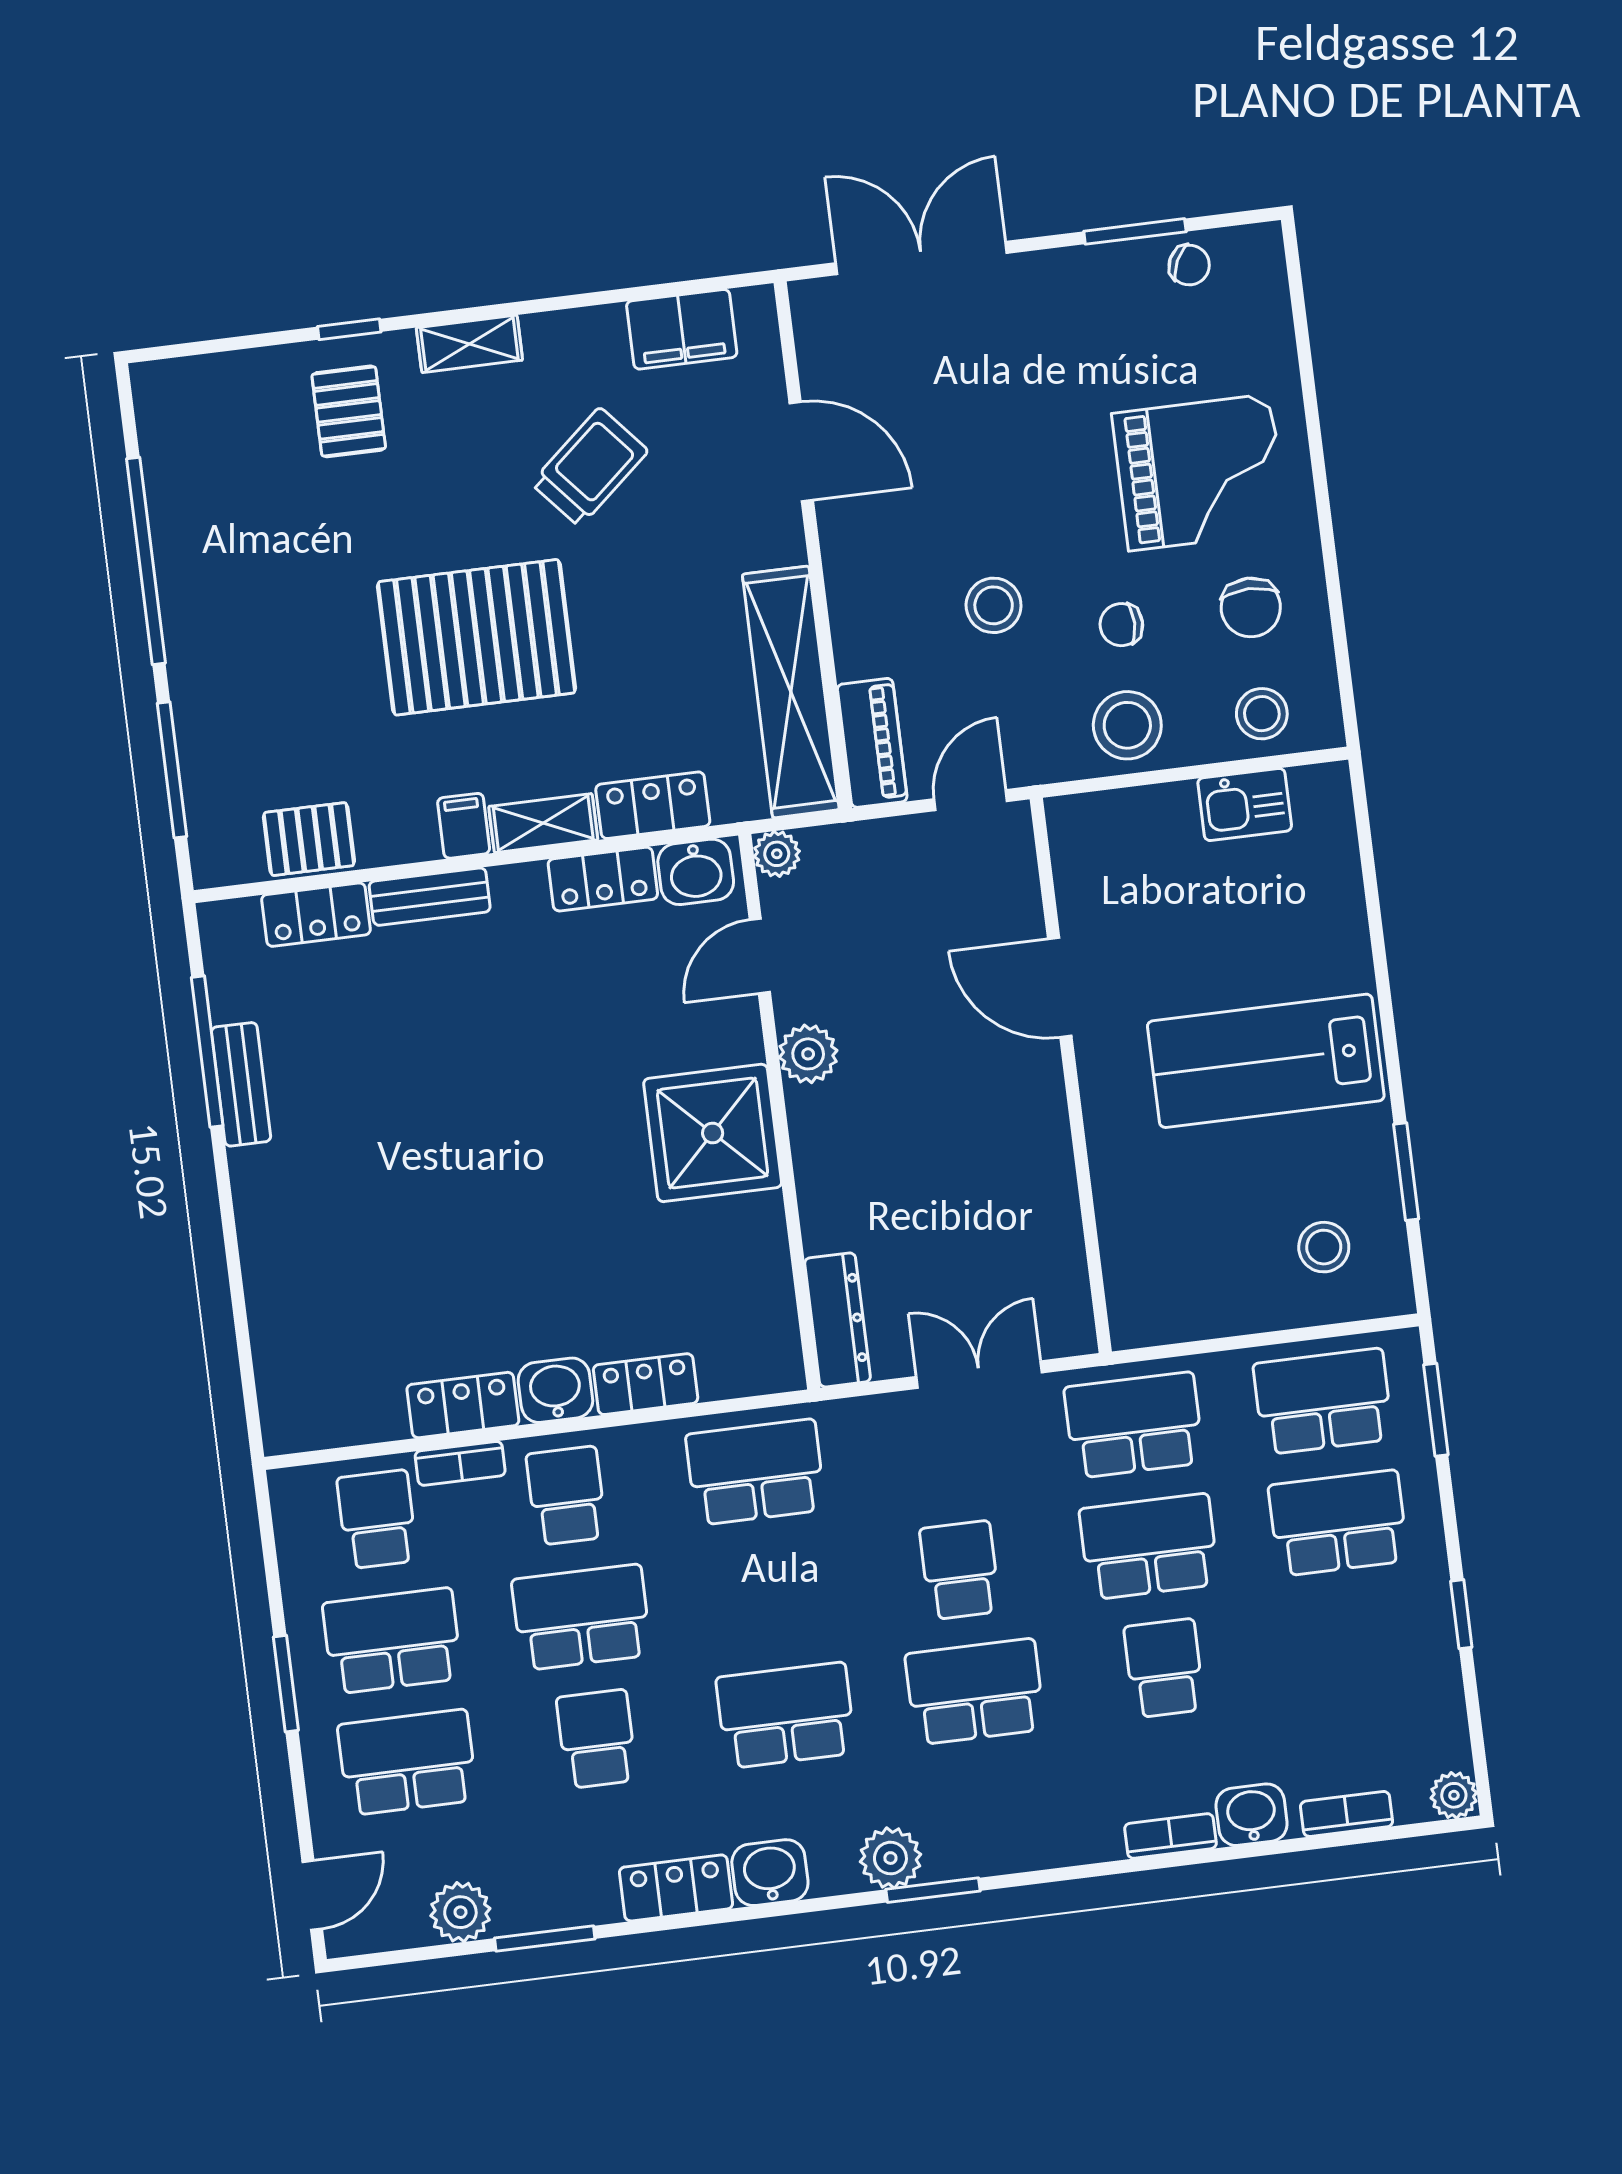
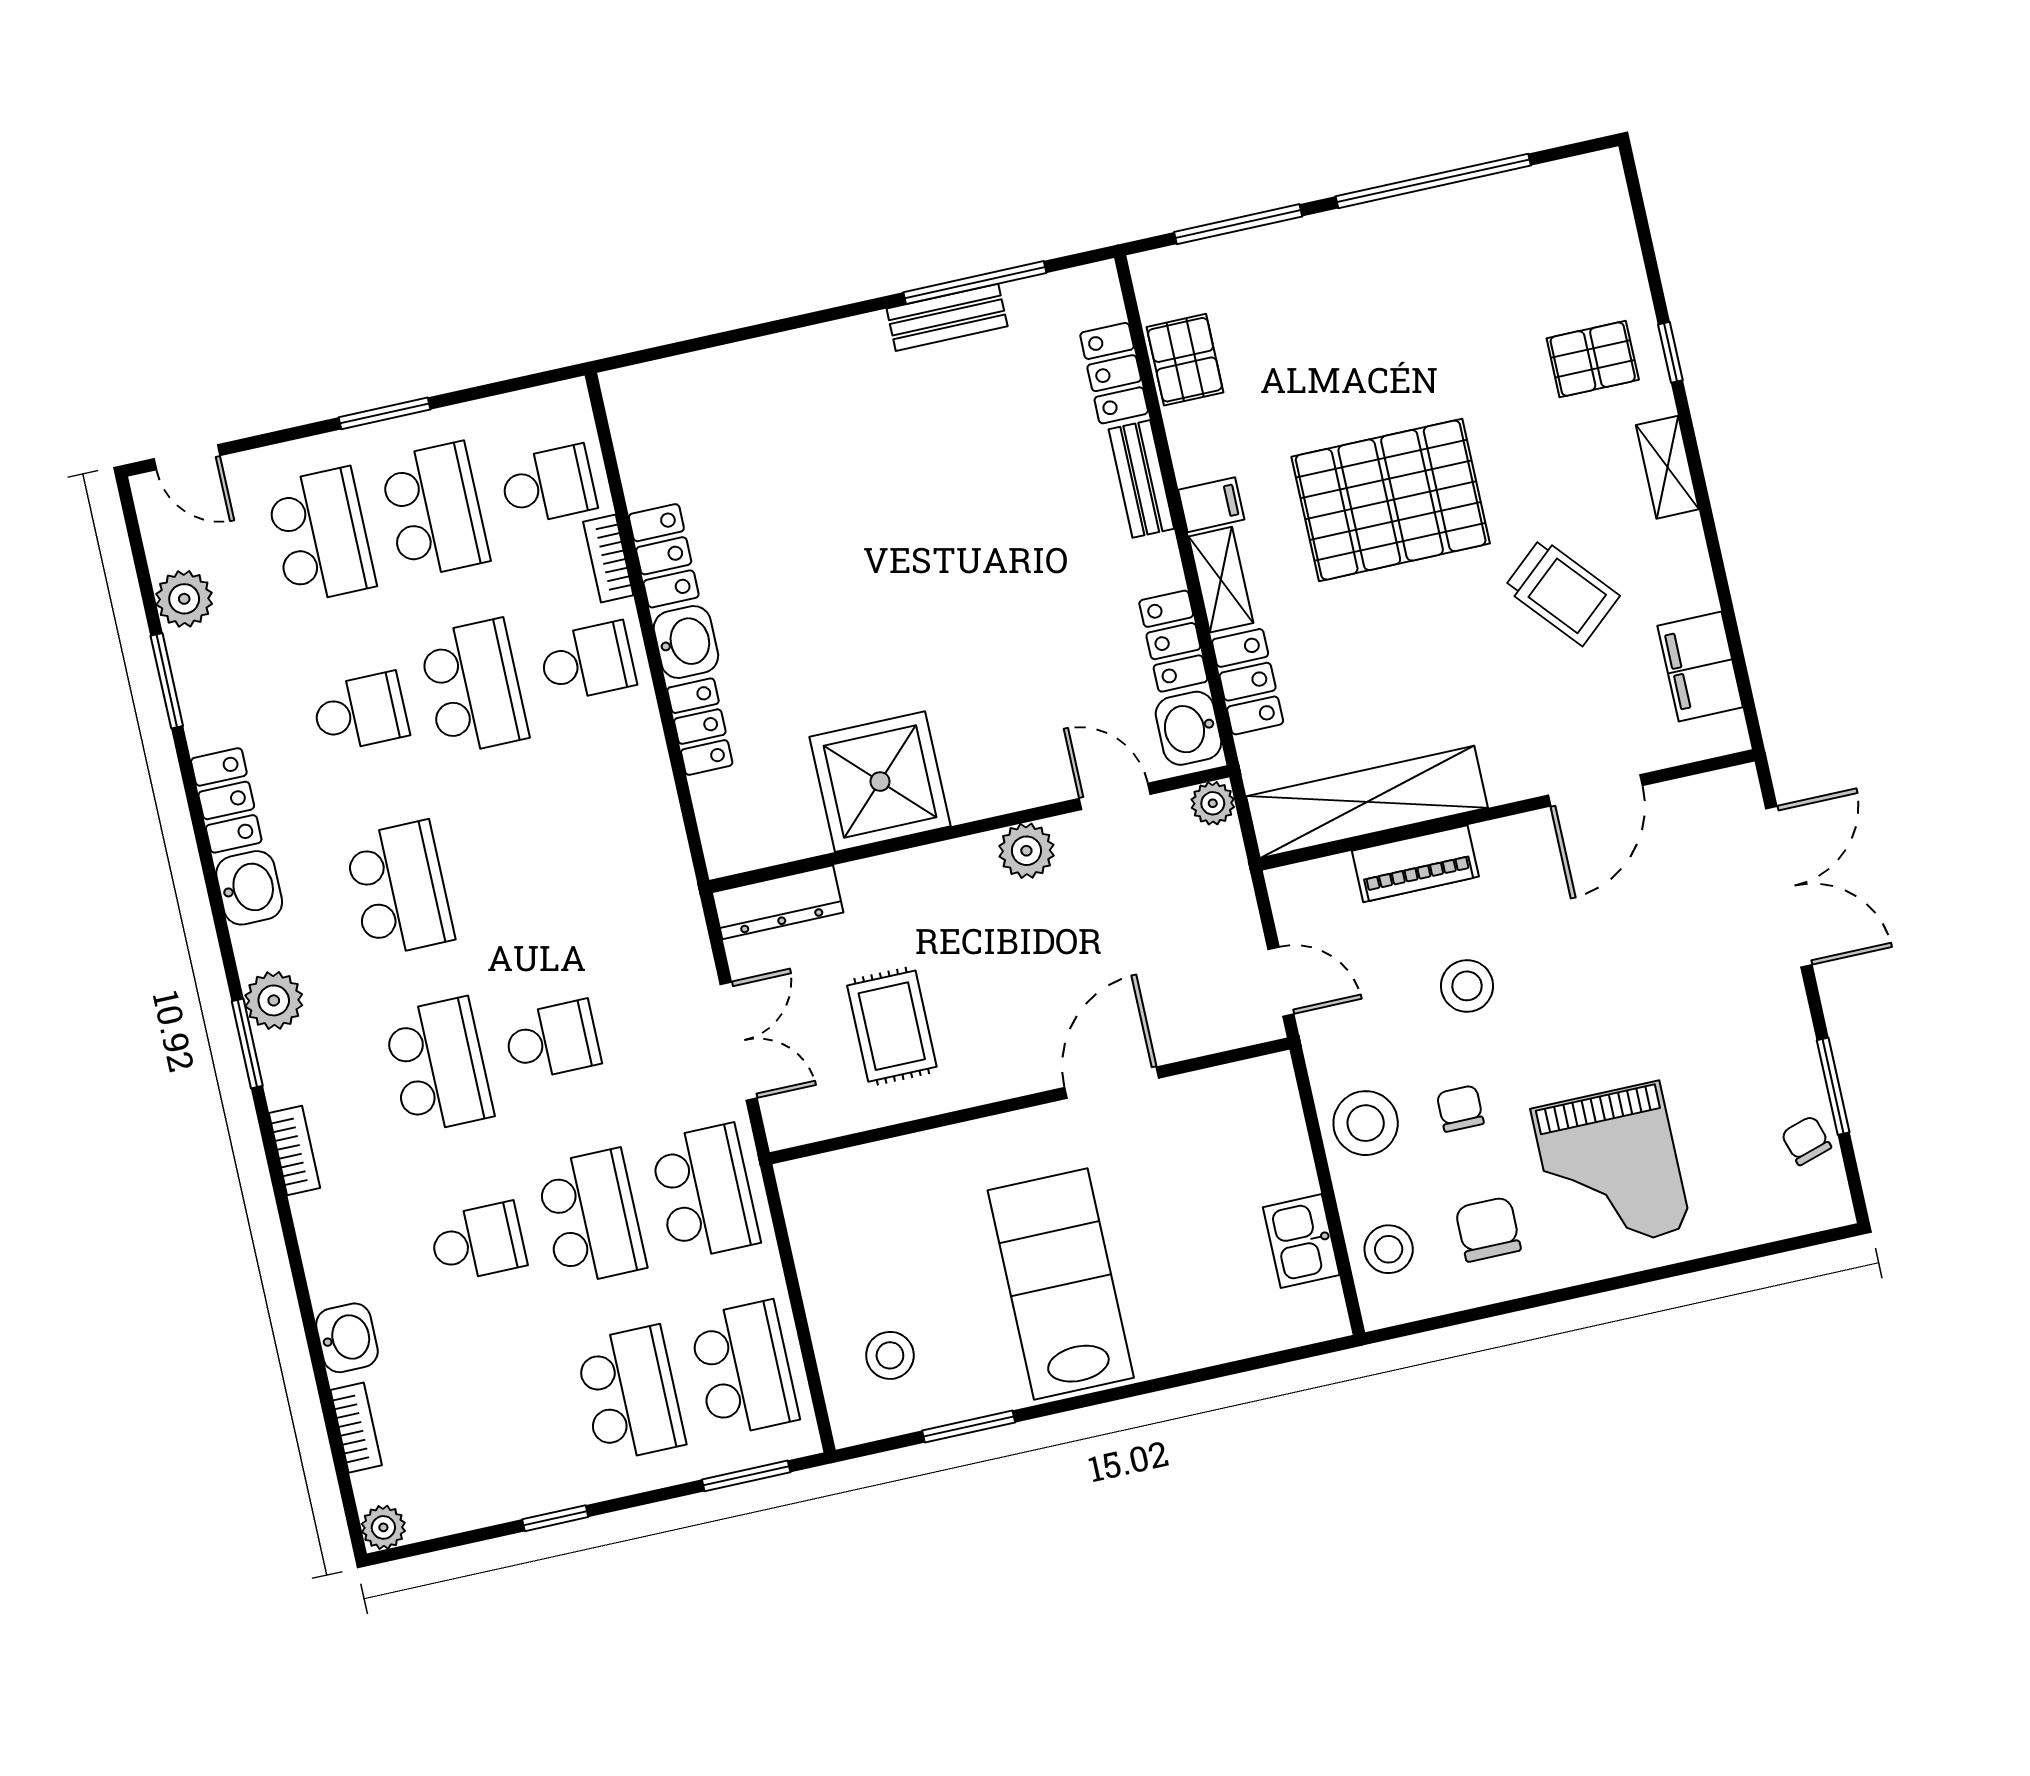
chair: (1189, 265) -> (1806, 1140), turned 137
chair: (1251, 607) -> (1488, 1229), turned 90
pallet: (477, 637) -> (1391, 500), turned 90
piano: (872, 743) -> (1415, 864), moved
shower: (713, 1133) -> (880, 782), moved
rug: (979, 1212) -> (892, 1026), added
school desk: (756, 1472) -> (626, 838), removed
bookcase: (1170, 1836) -> (295, 1150), moved

